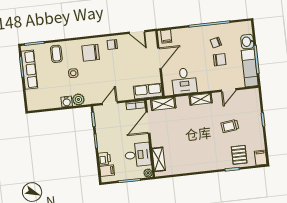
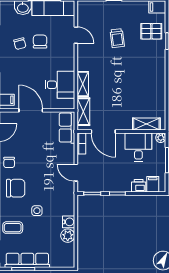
chair: (91, 53) -> (16, 188), turned -90
plant: (78, 99) -> (68, 236), moved
shelving: (201, 99) -> (83, 84), moved

